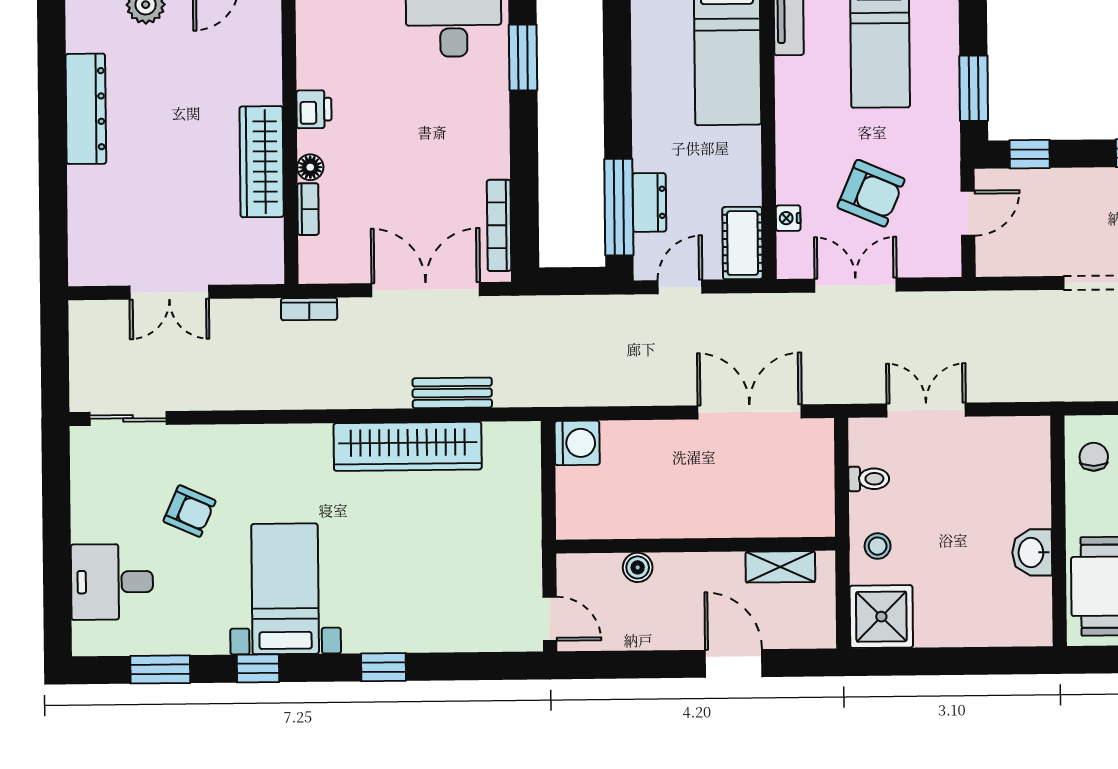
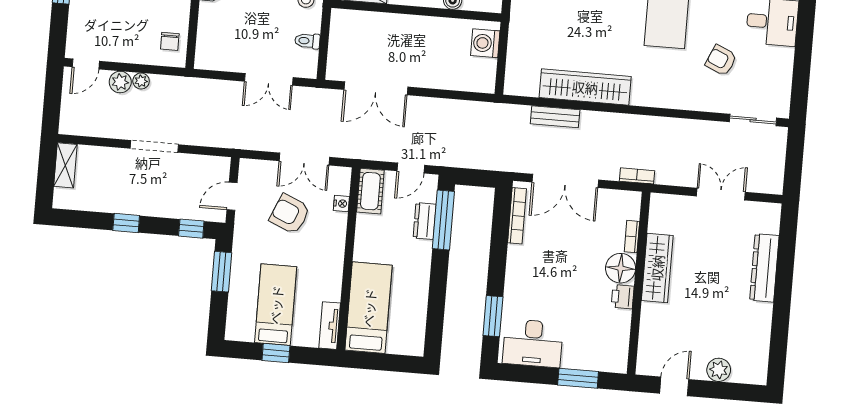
dresser: (86, 109) -> (764, 268), moved
floor lamp: (310, 167) -> (621, 268), width x1.89, depth x1.89
washing machine: (577, 443) -> (485, 43), moved

